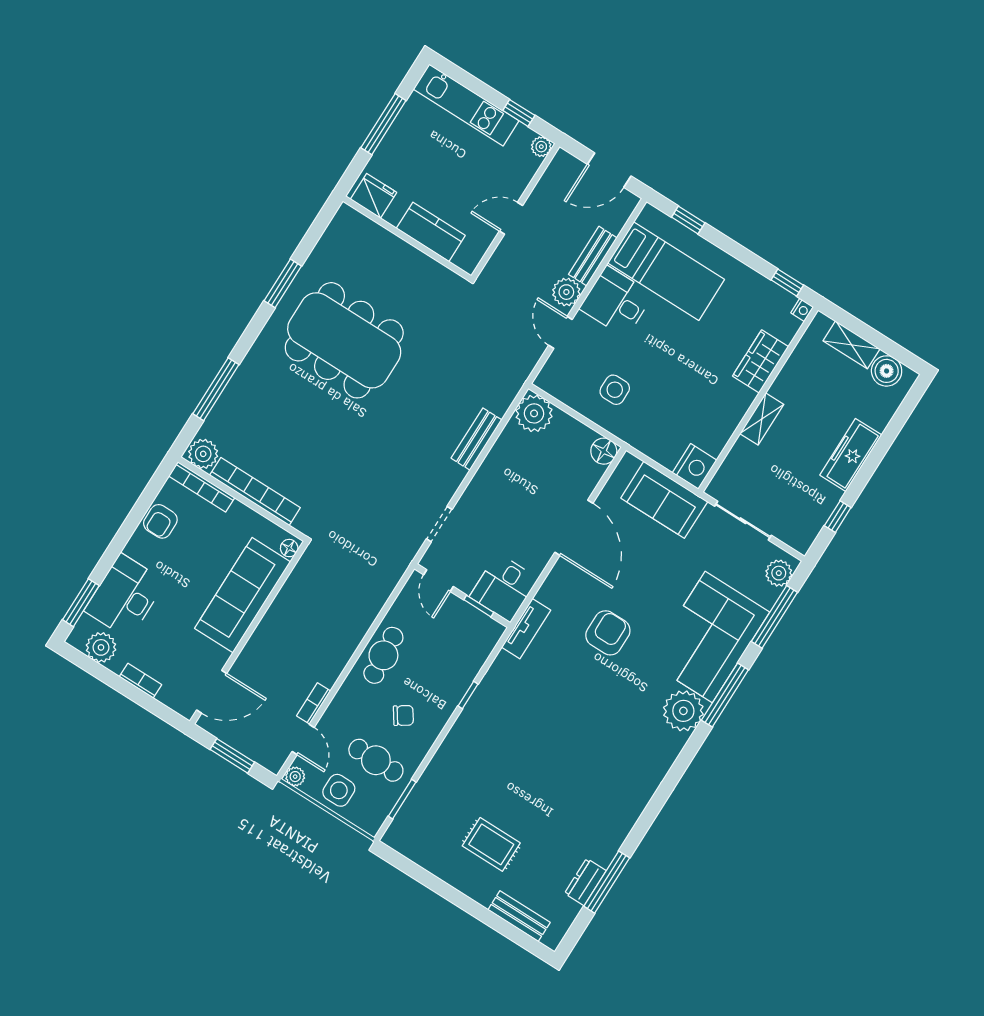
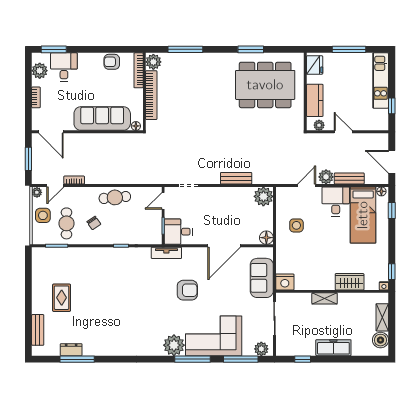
plant: (541, 147) -> (319, 125), moved
floor lamp: (647, 217) -> (381, 191), added
dining table: (344, 340) -> (265, 85), moved, turned 90
desk: (125, 596) -> (64, 67), width x0.73

